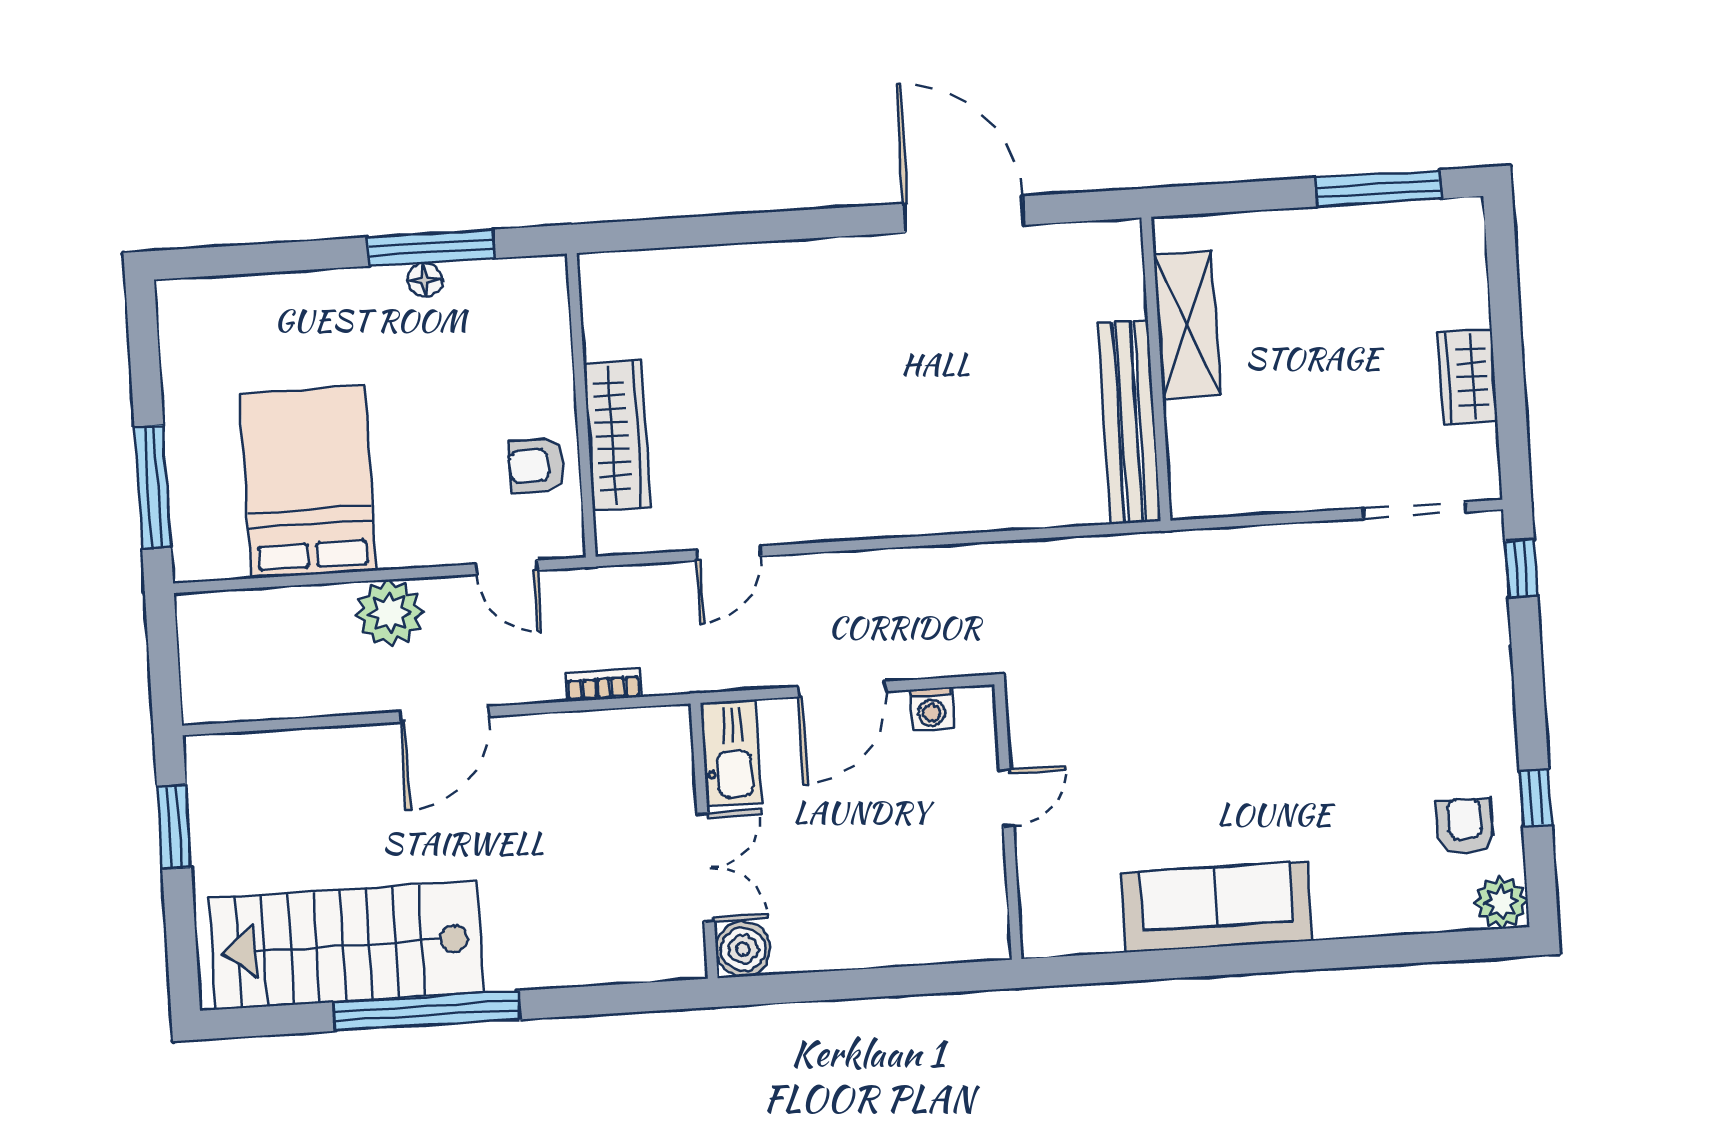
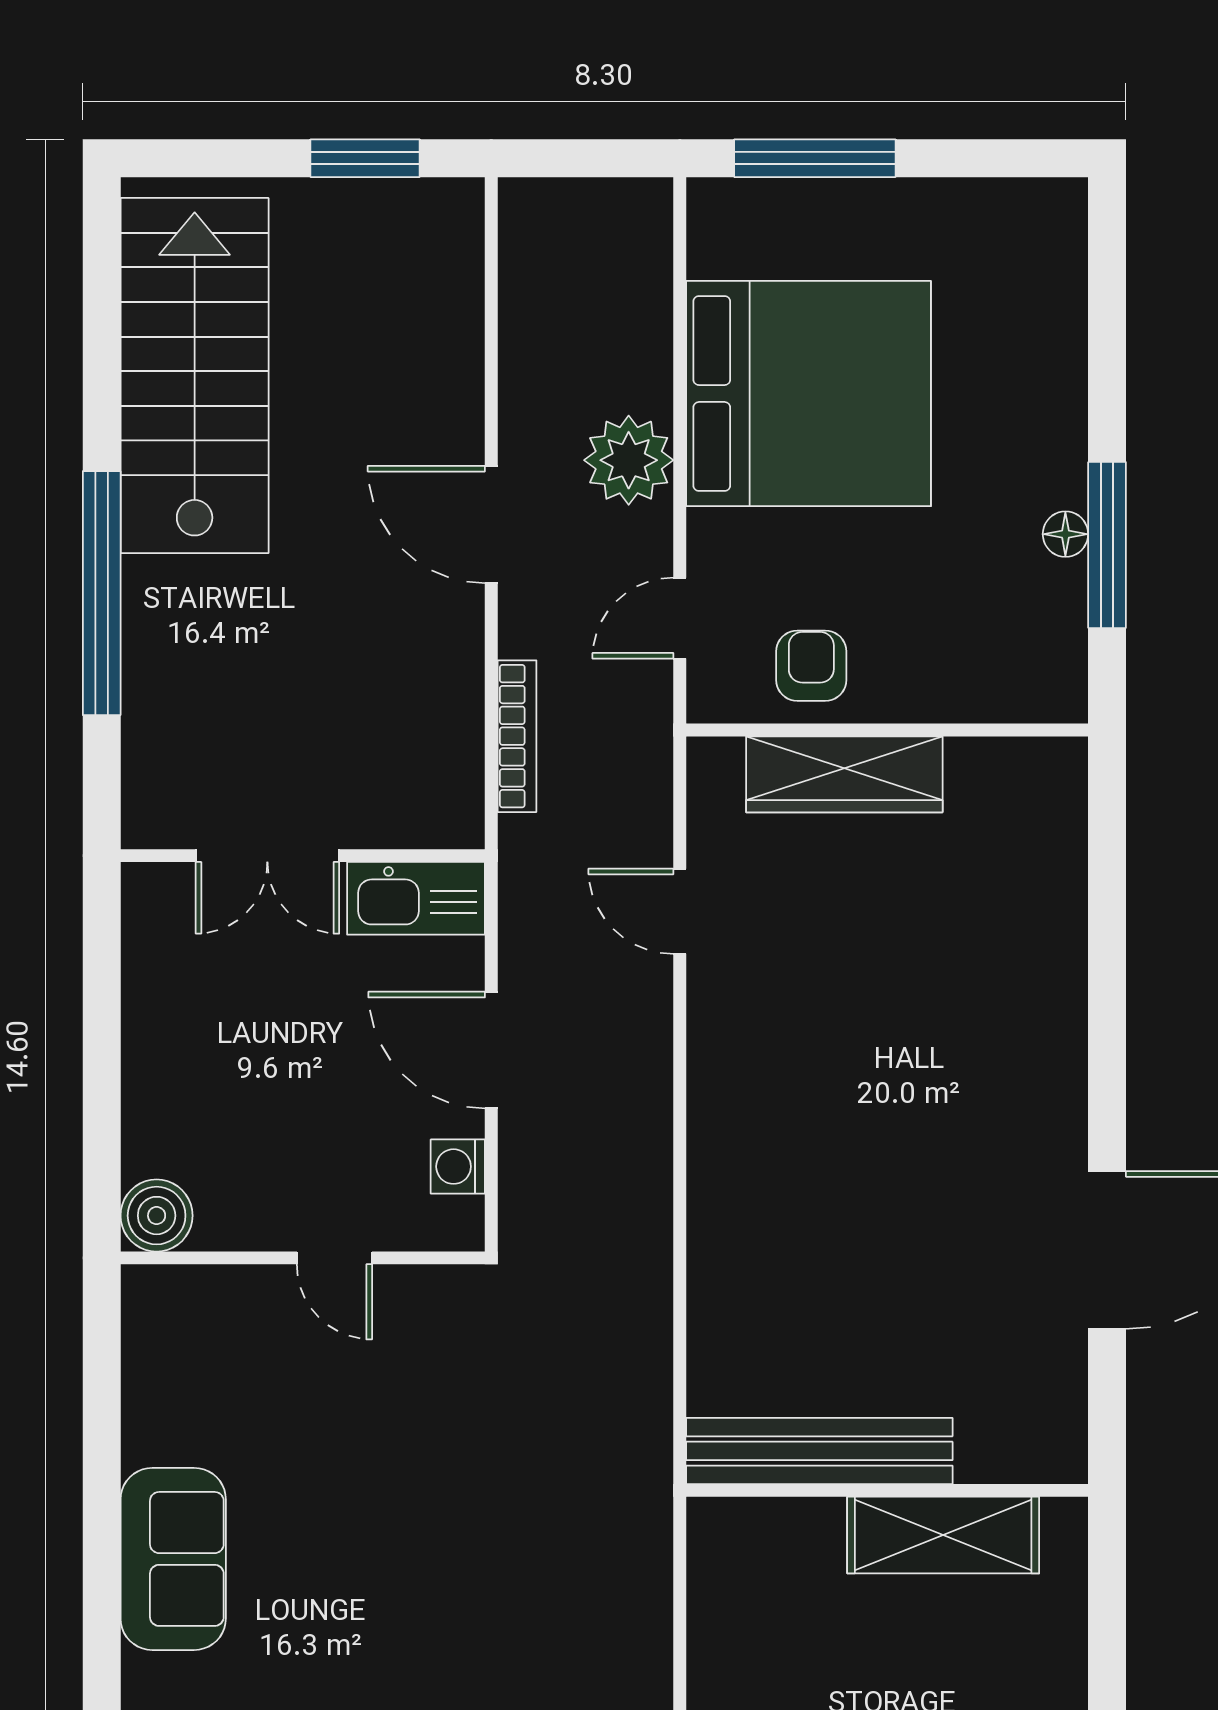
bed: (308, 482) -> (808, 394), width x1.36
bookcase: (604, 685) -> (517, 736), width x1.56
sofa: (1217, 907) -> (173, 1559), width x0.73
boiler: (743, 949) -> (157, 1216), moved
window: (426, 1011) -> (102, 593), moved

